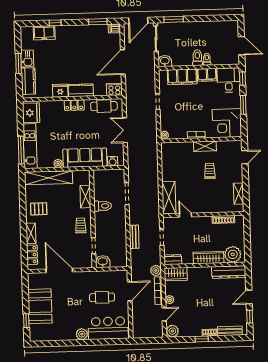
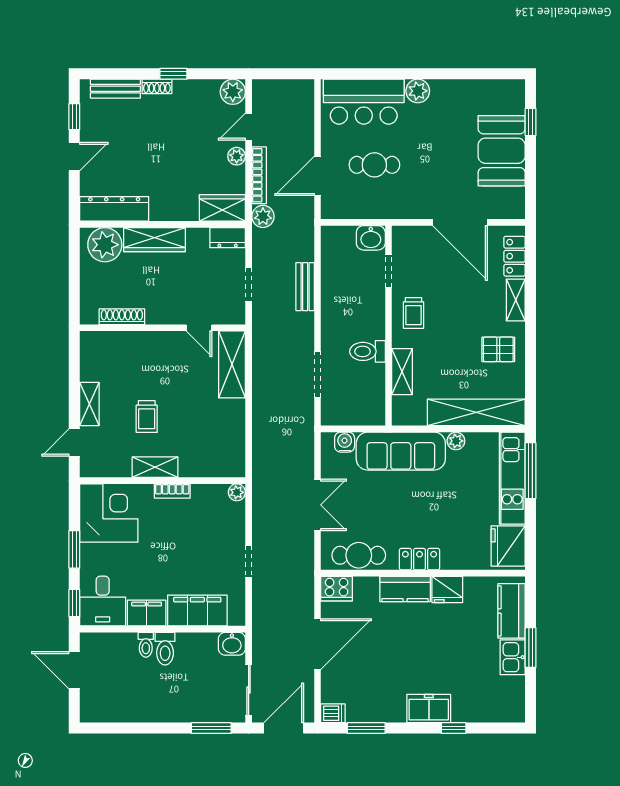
freezer: (44, 33) -> (429, 709), moved
shelving: (239, 194) -> (89, 404), moved

